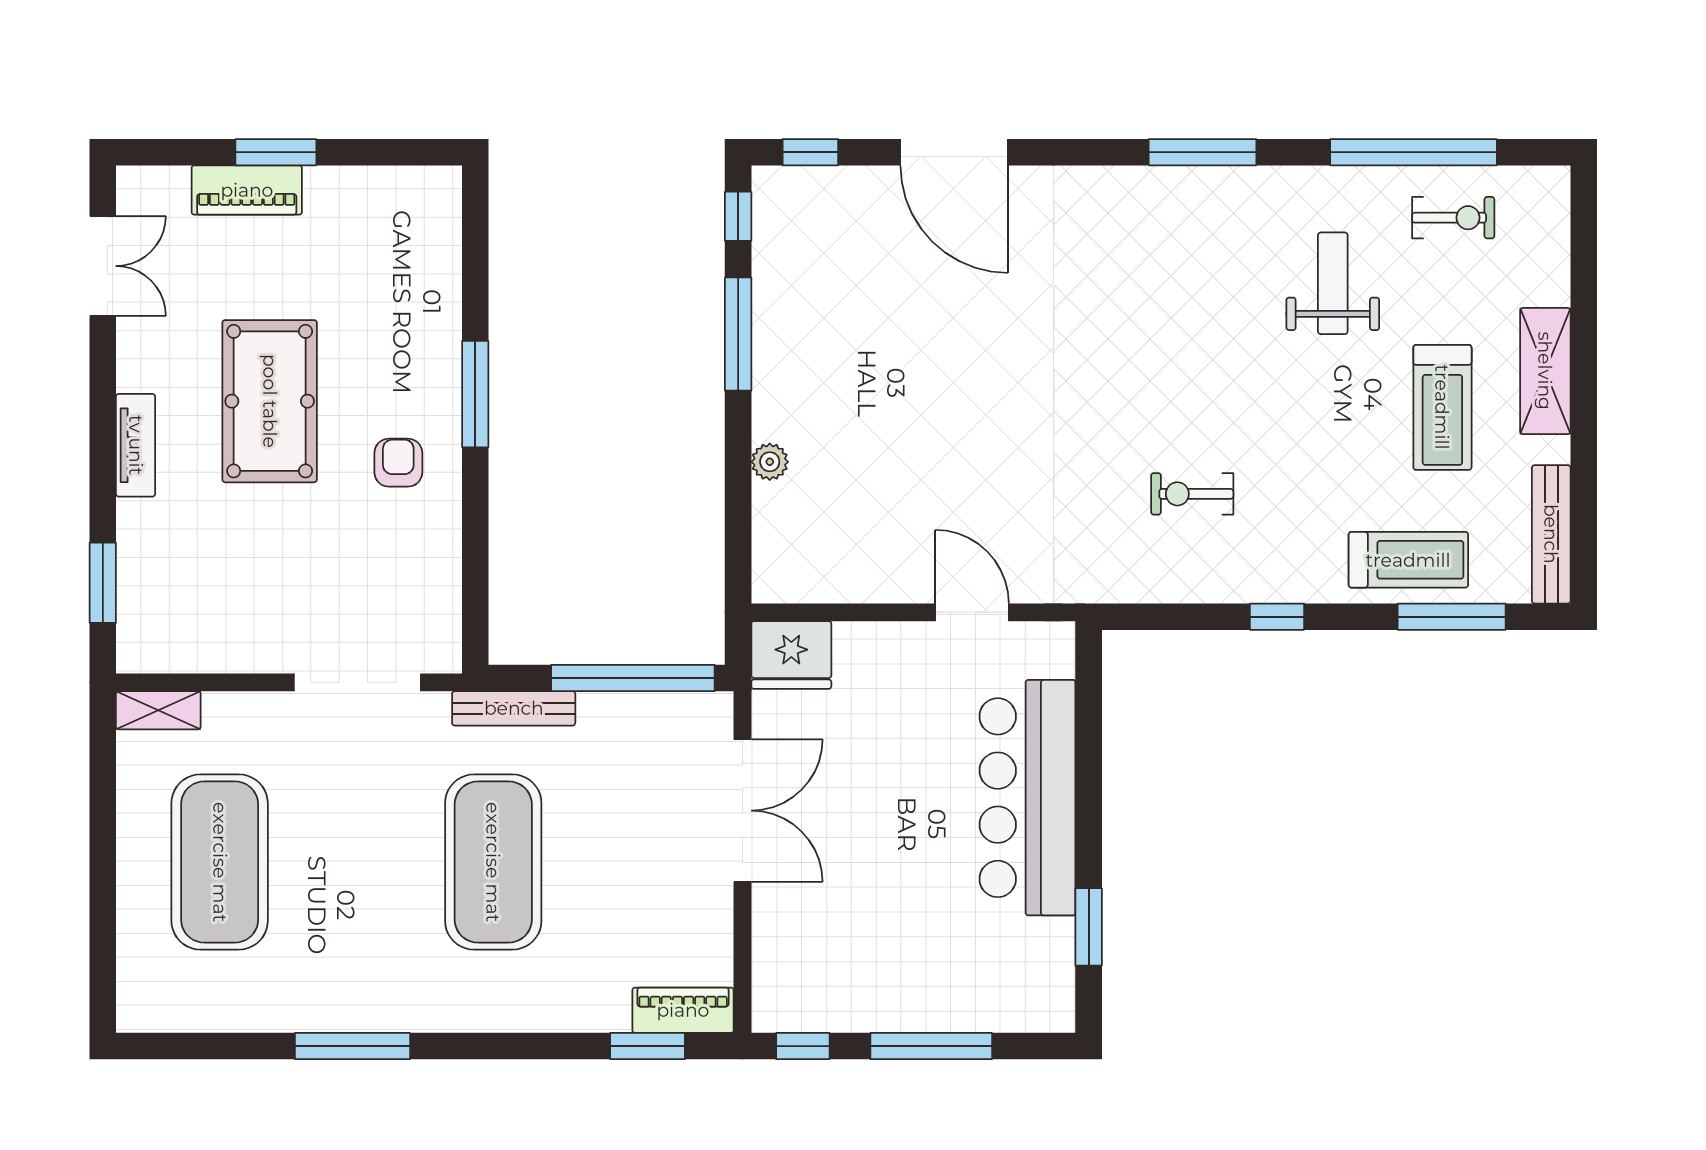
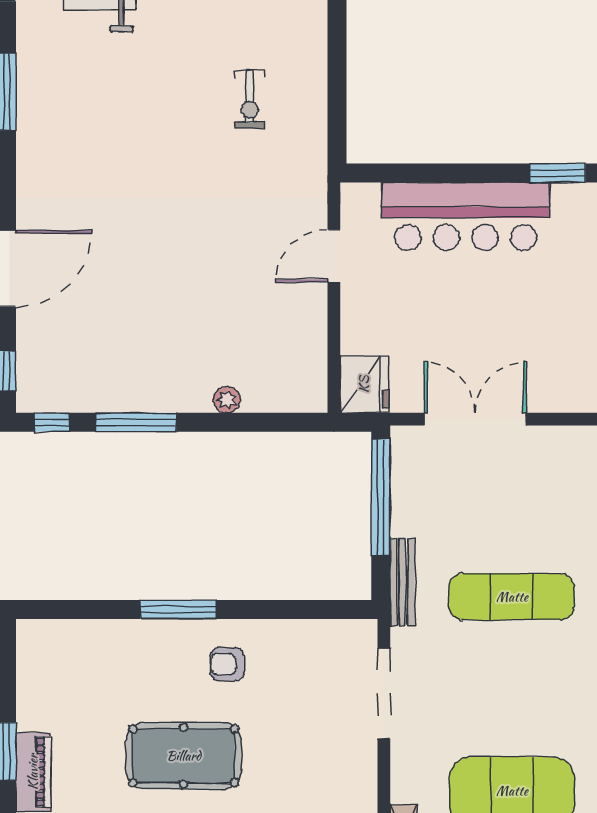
window: (1277, 617) -> (337, 39), removed
exercise mat: (493, 862) -> (512, 597), width x0.68

